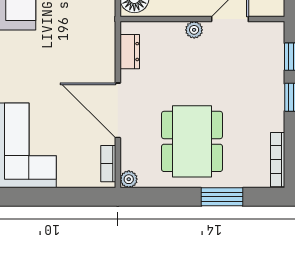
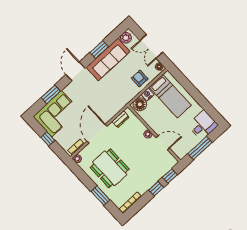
dining table: (192, 141) -> (110, 168), turned 90
window: (53, 197) -> (48, 139), added

